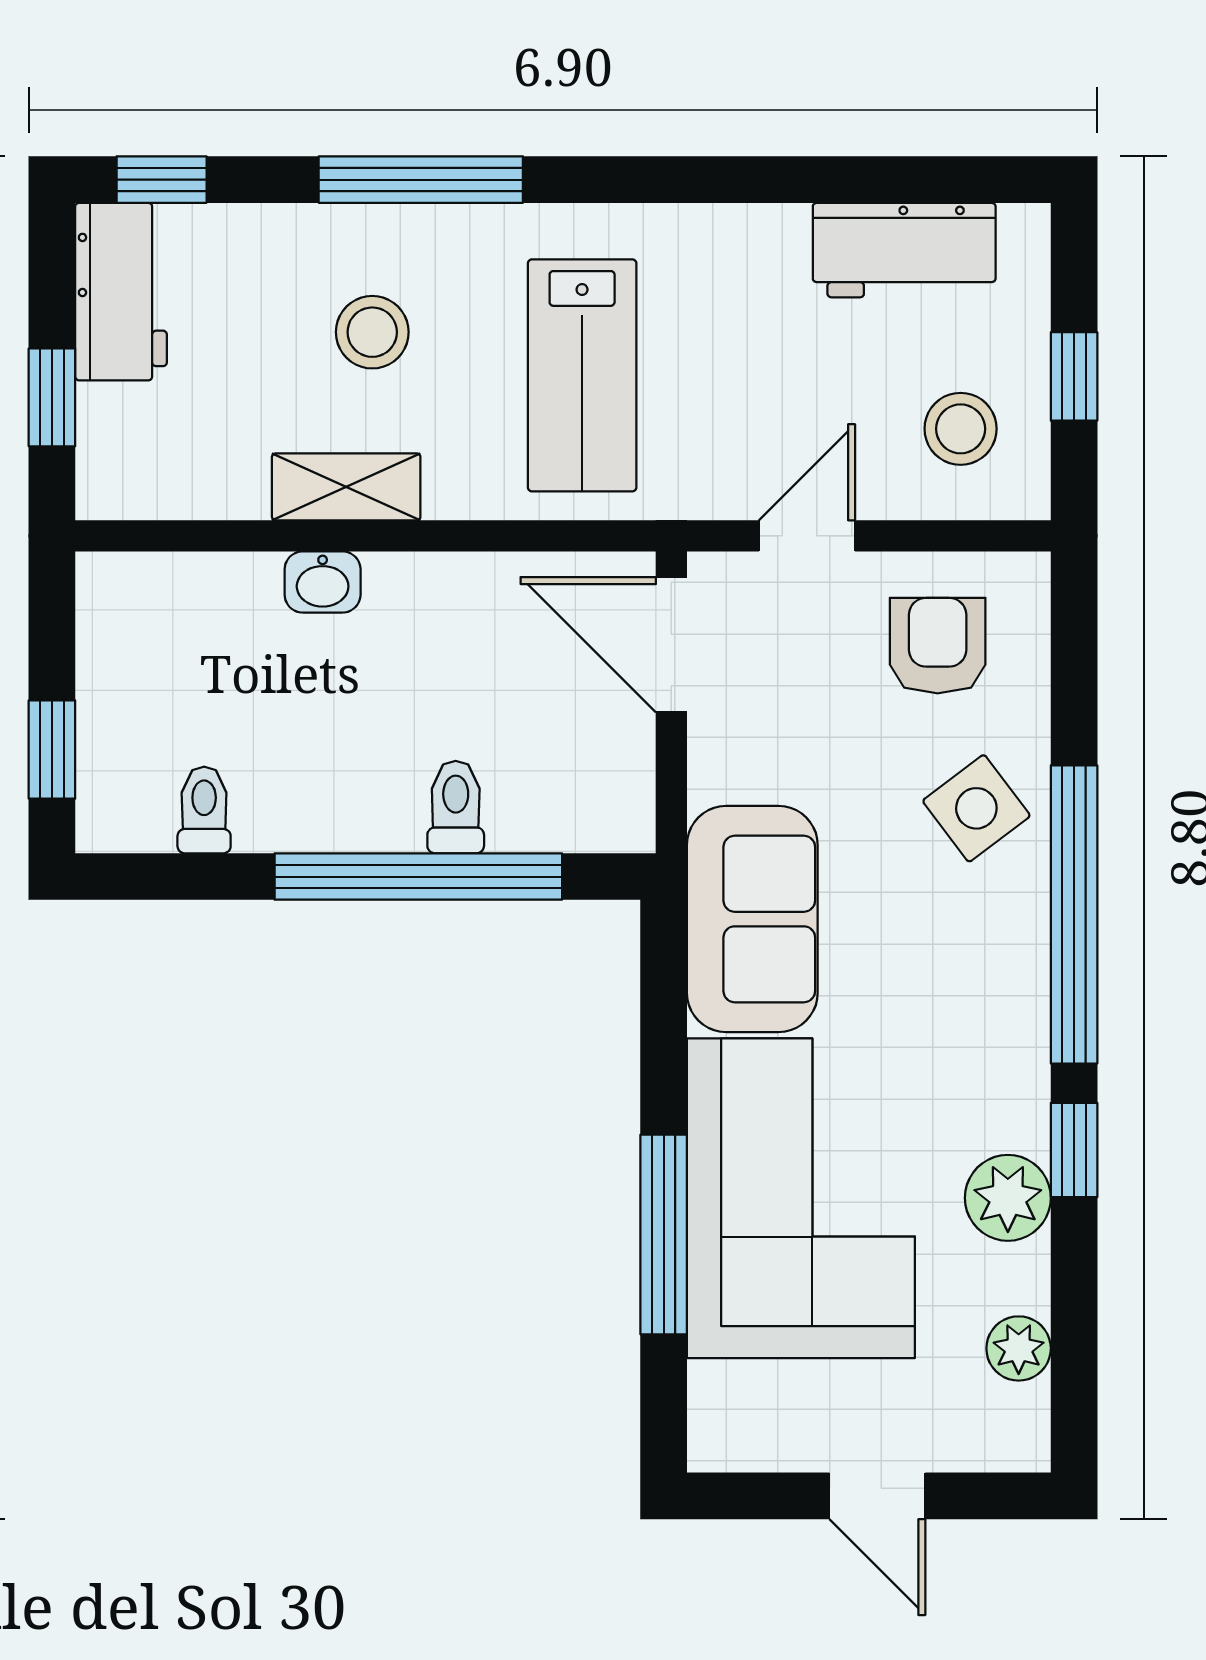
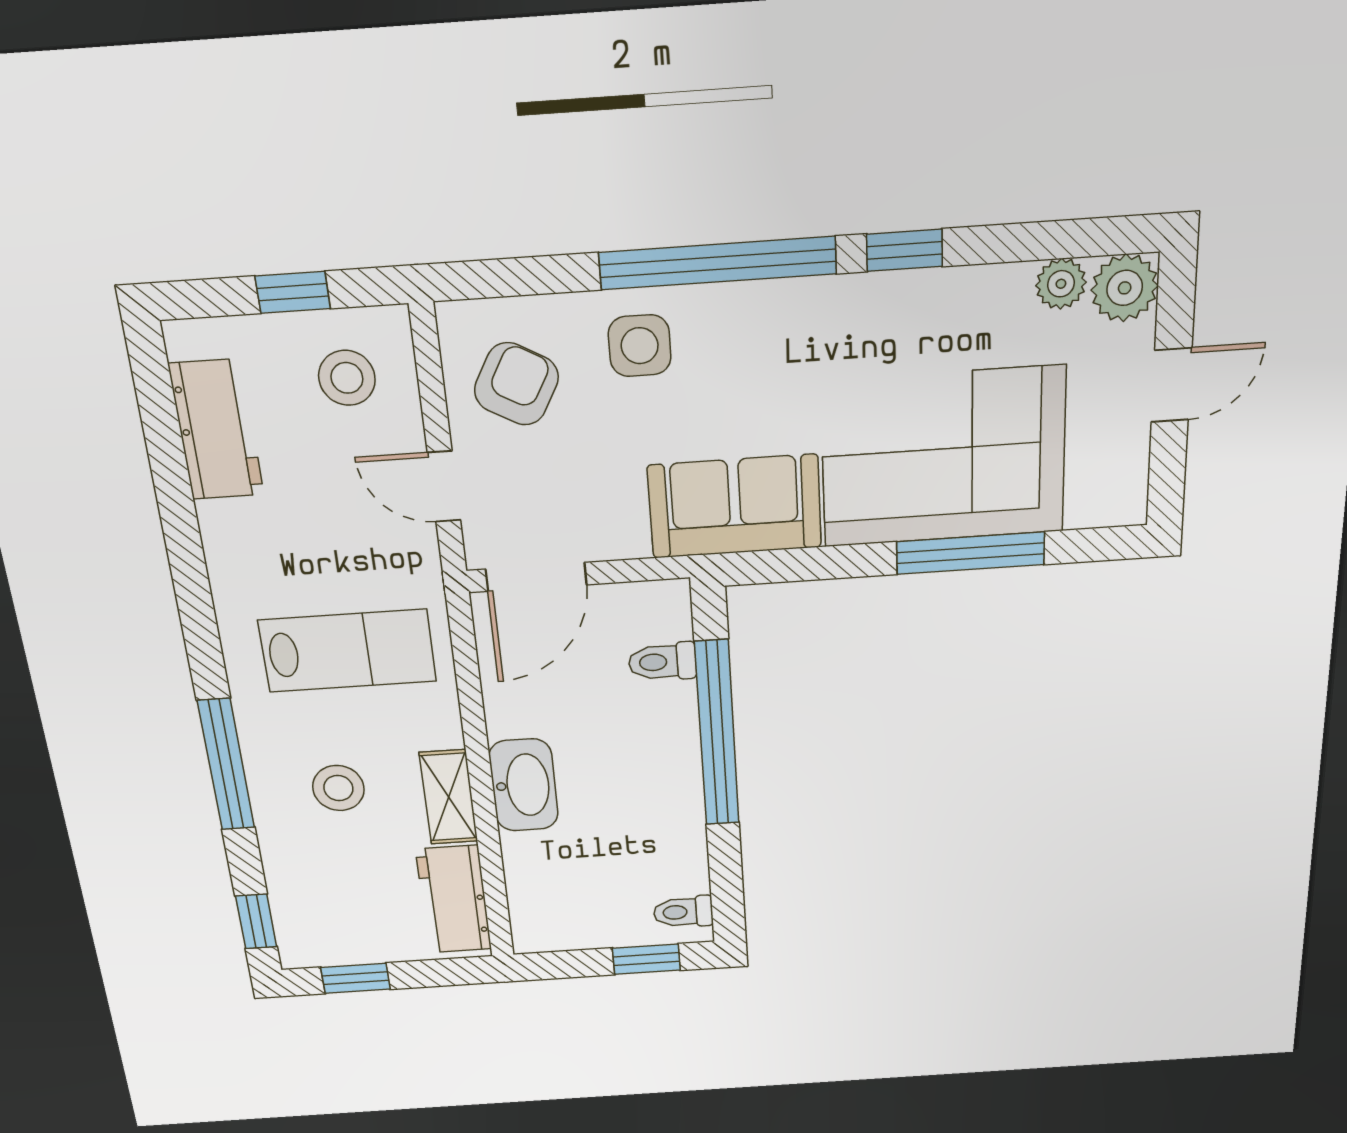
workbench: (121, 292) -> (454, 899), moved, turned -90
window: (52, 397) -> (355, 978), moved
washbasin: (323, 582) -> (524, 785), width x1.91, depth x1.45
armchair: (938, 646) -> (516, 384), turned 119
toilet: (456, 807) -> (662, 662), moved
side table: (976, 808) -> (640, 346), turned 37
toilet: (204, 810) -> (683, 912), moved
plant: (1008, 1198) -> (1125, 288), moved

